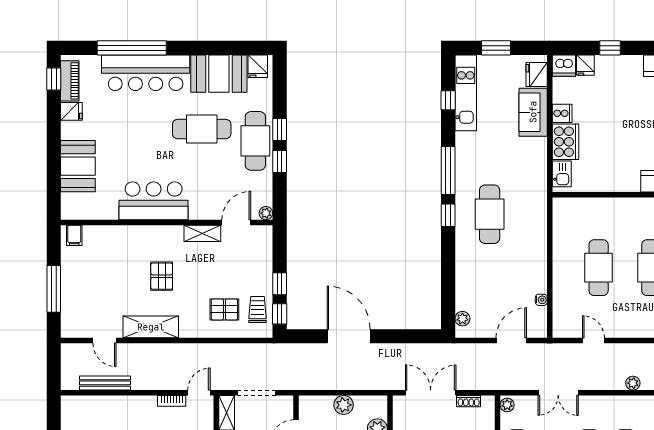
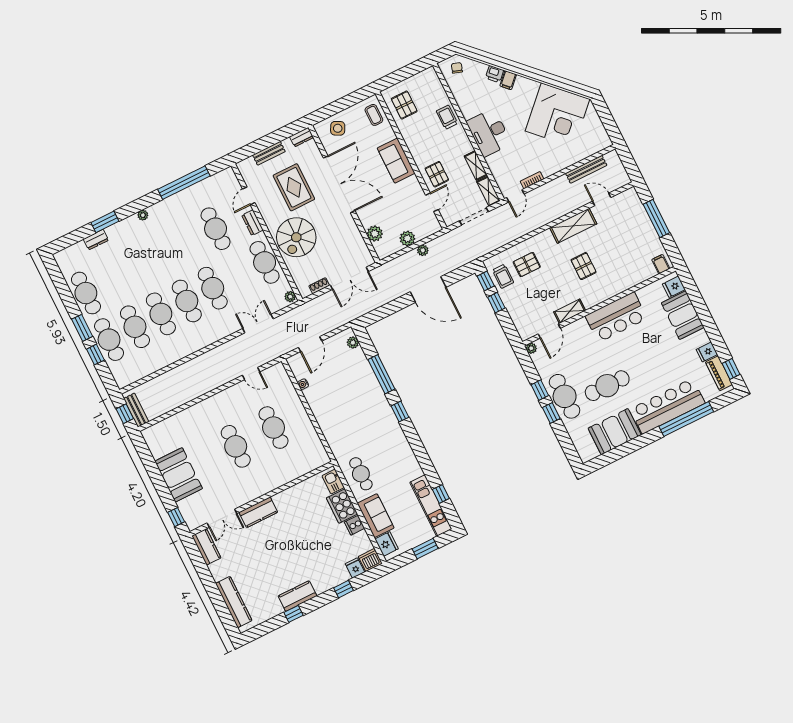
fridge: (258, 66) -> (674, 287), moved, turned -90
window: (448, 170) -> (381, 374), moved
cafe table: (490, 214) -> (361, 474), moved, width x0.73, depth x0.74
plant: (633, 383) -> (423, 250), moved

